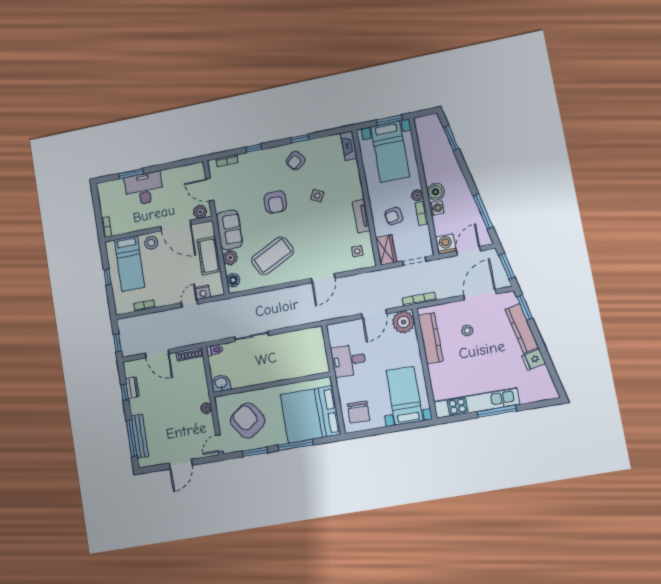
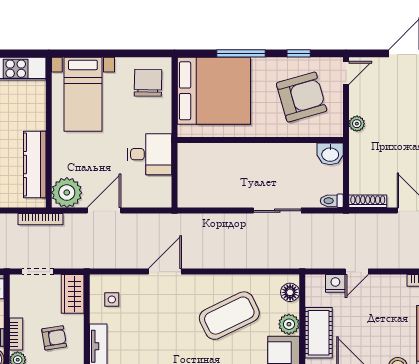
armchair: (248, 421) -> (302, 97), turned -72
window: (255, 452) -> (299, 53), width x0.67

